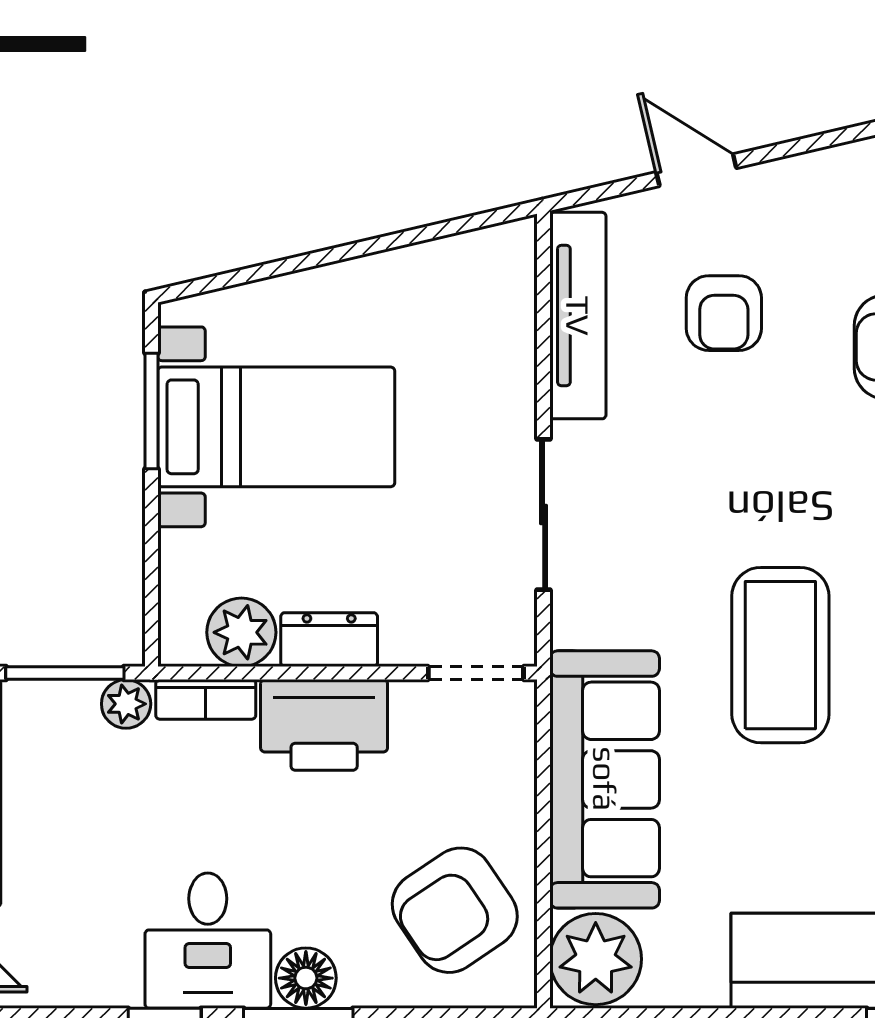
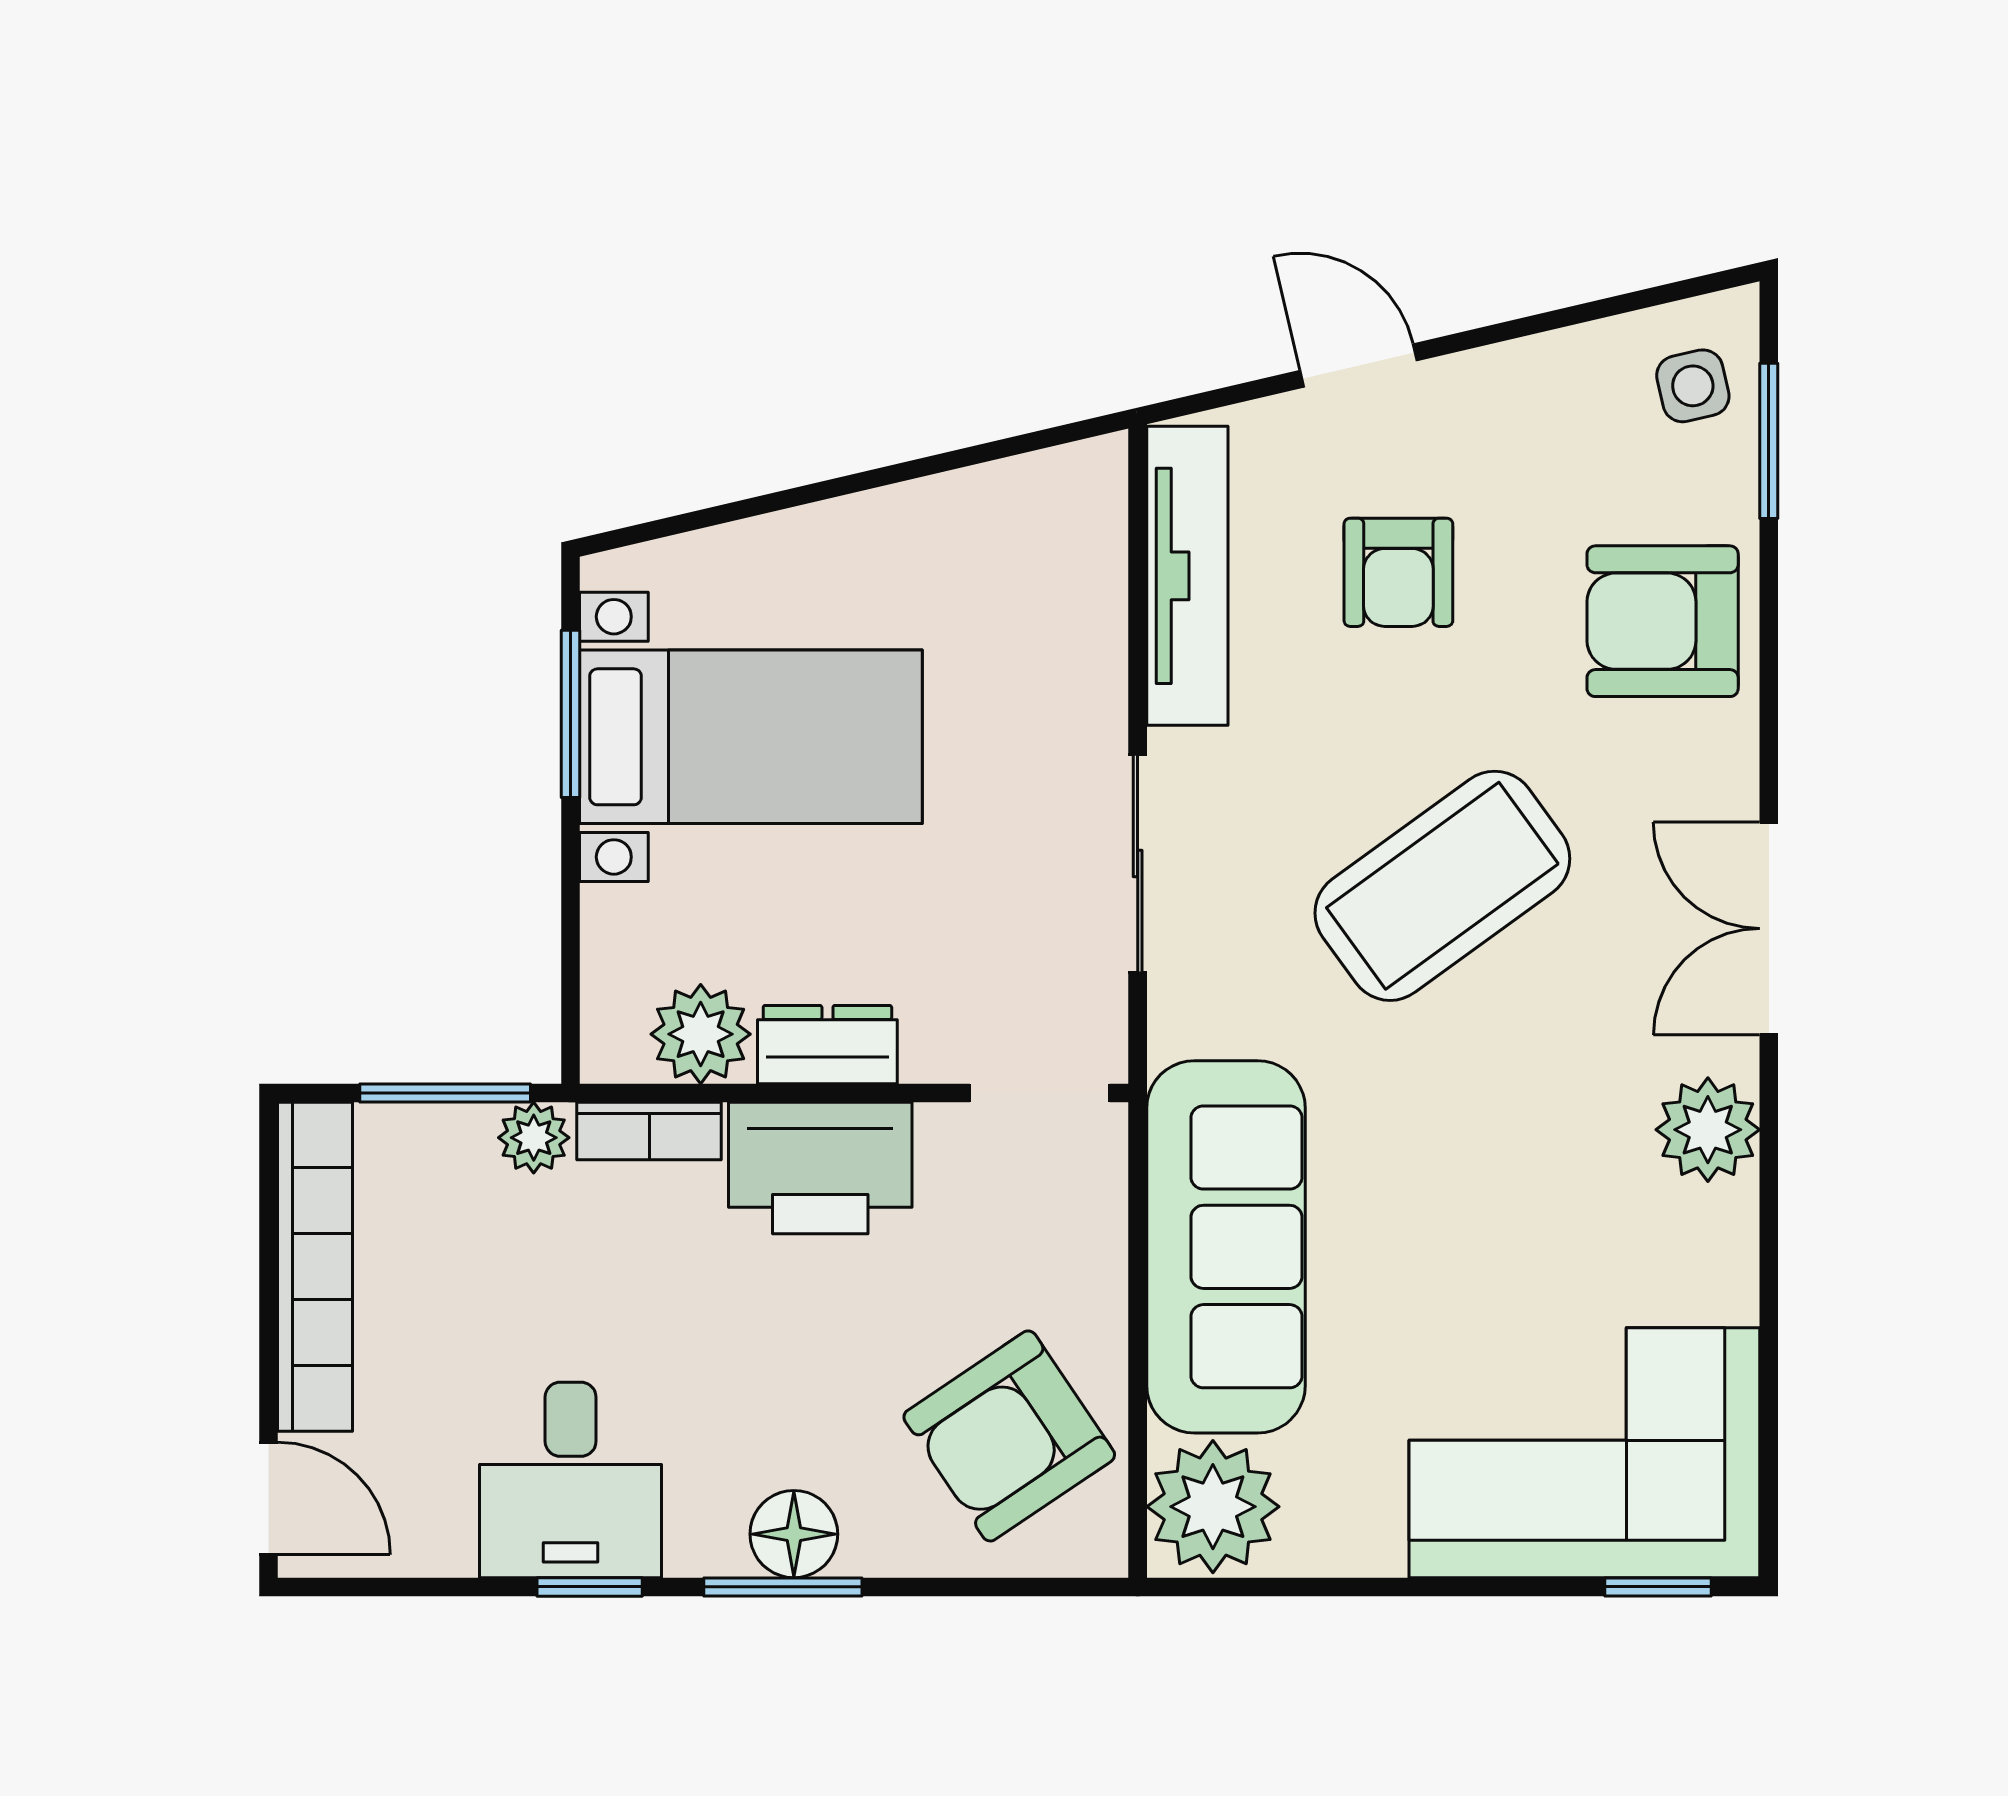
coffee table: (780, 655) -> (1442, 886), moved, turned 54
desk: (208, 941) -> (571, 1480), moved

